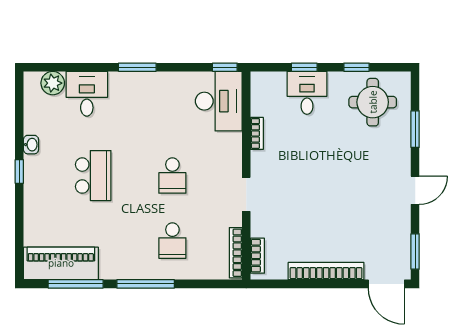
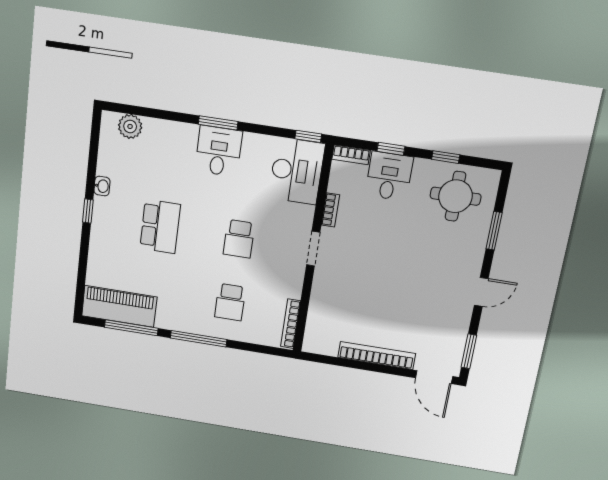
desk: (87, 94) -> (219, 151), moved
doorway: (246, 194) -> (313, 249), moved
bookcase: (257, 256) -> (351, 155), moved, turned 90

